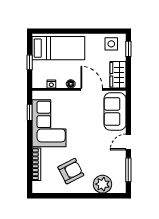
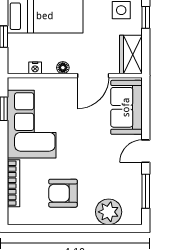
door: (92, 89) -> (93, 76), swing flipped
armchair: (71, 171) -> (63, 193), turned -153

